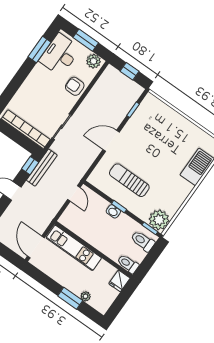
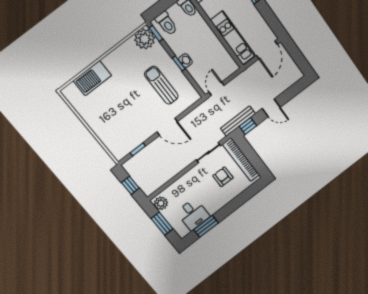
desk: (60, 55) -> (193, 214), width x0.73
armchair: (75, 86) -> (223, 177), moved, turned 180
sun lounger: (129, 180) -> (161, 85), turned 180

